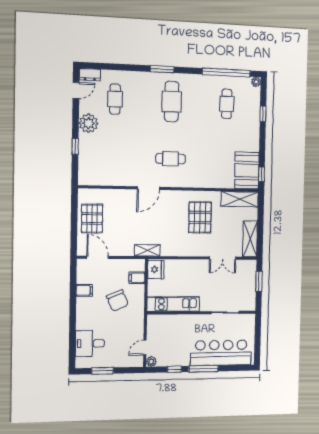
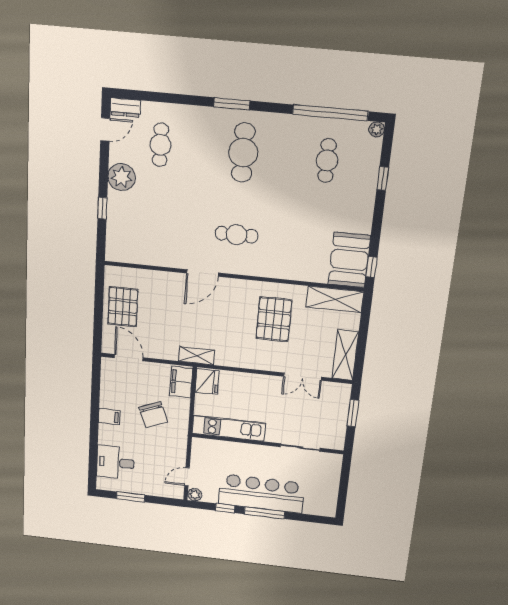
filing cabinet: (137, 278) -> (181, 382), width x2.00
filing cabinet: (84, 290) -> (109, 417), moved
bar counter: (221, 353) -> (261, 494), moved

